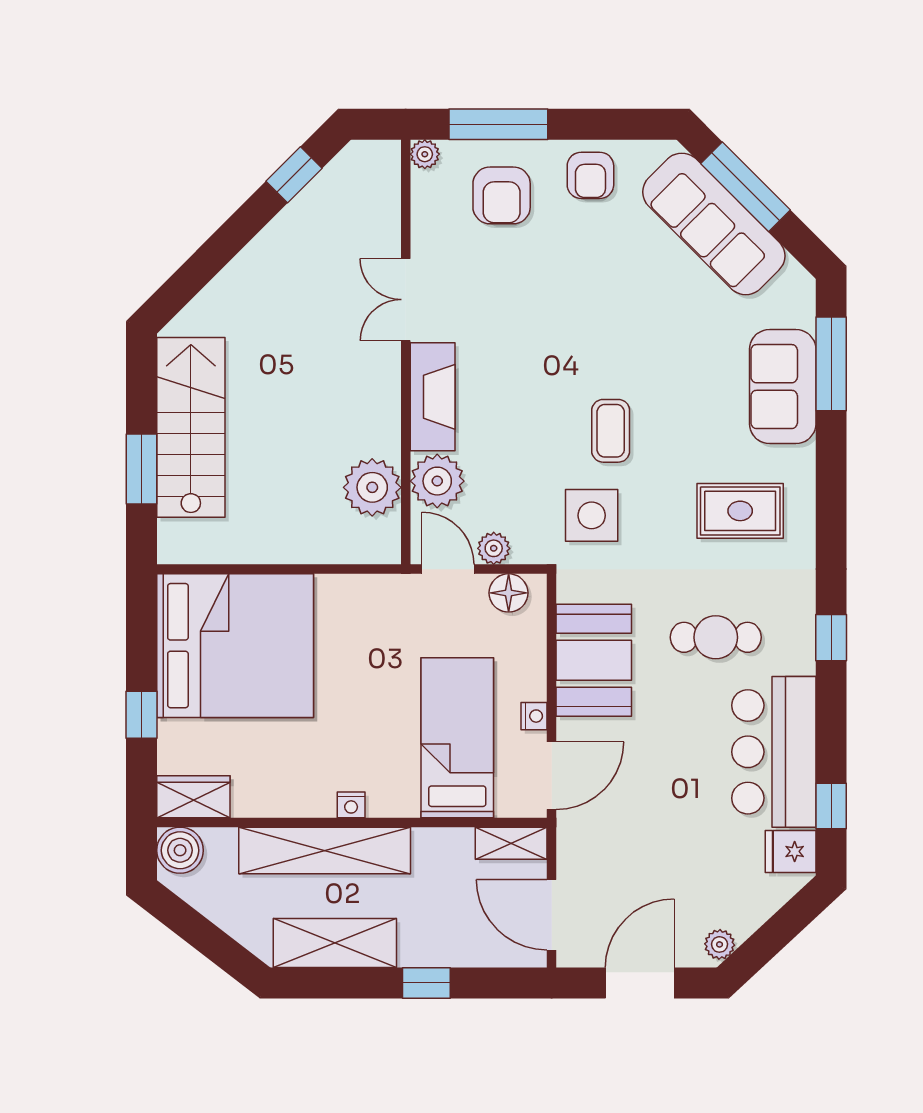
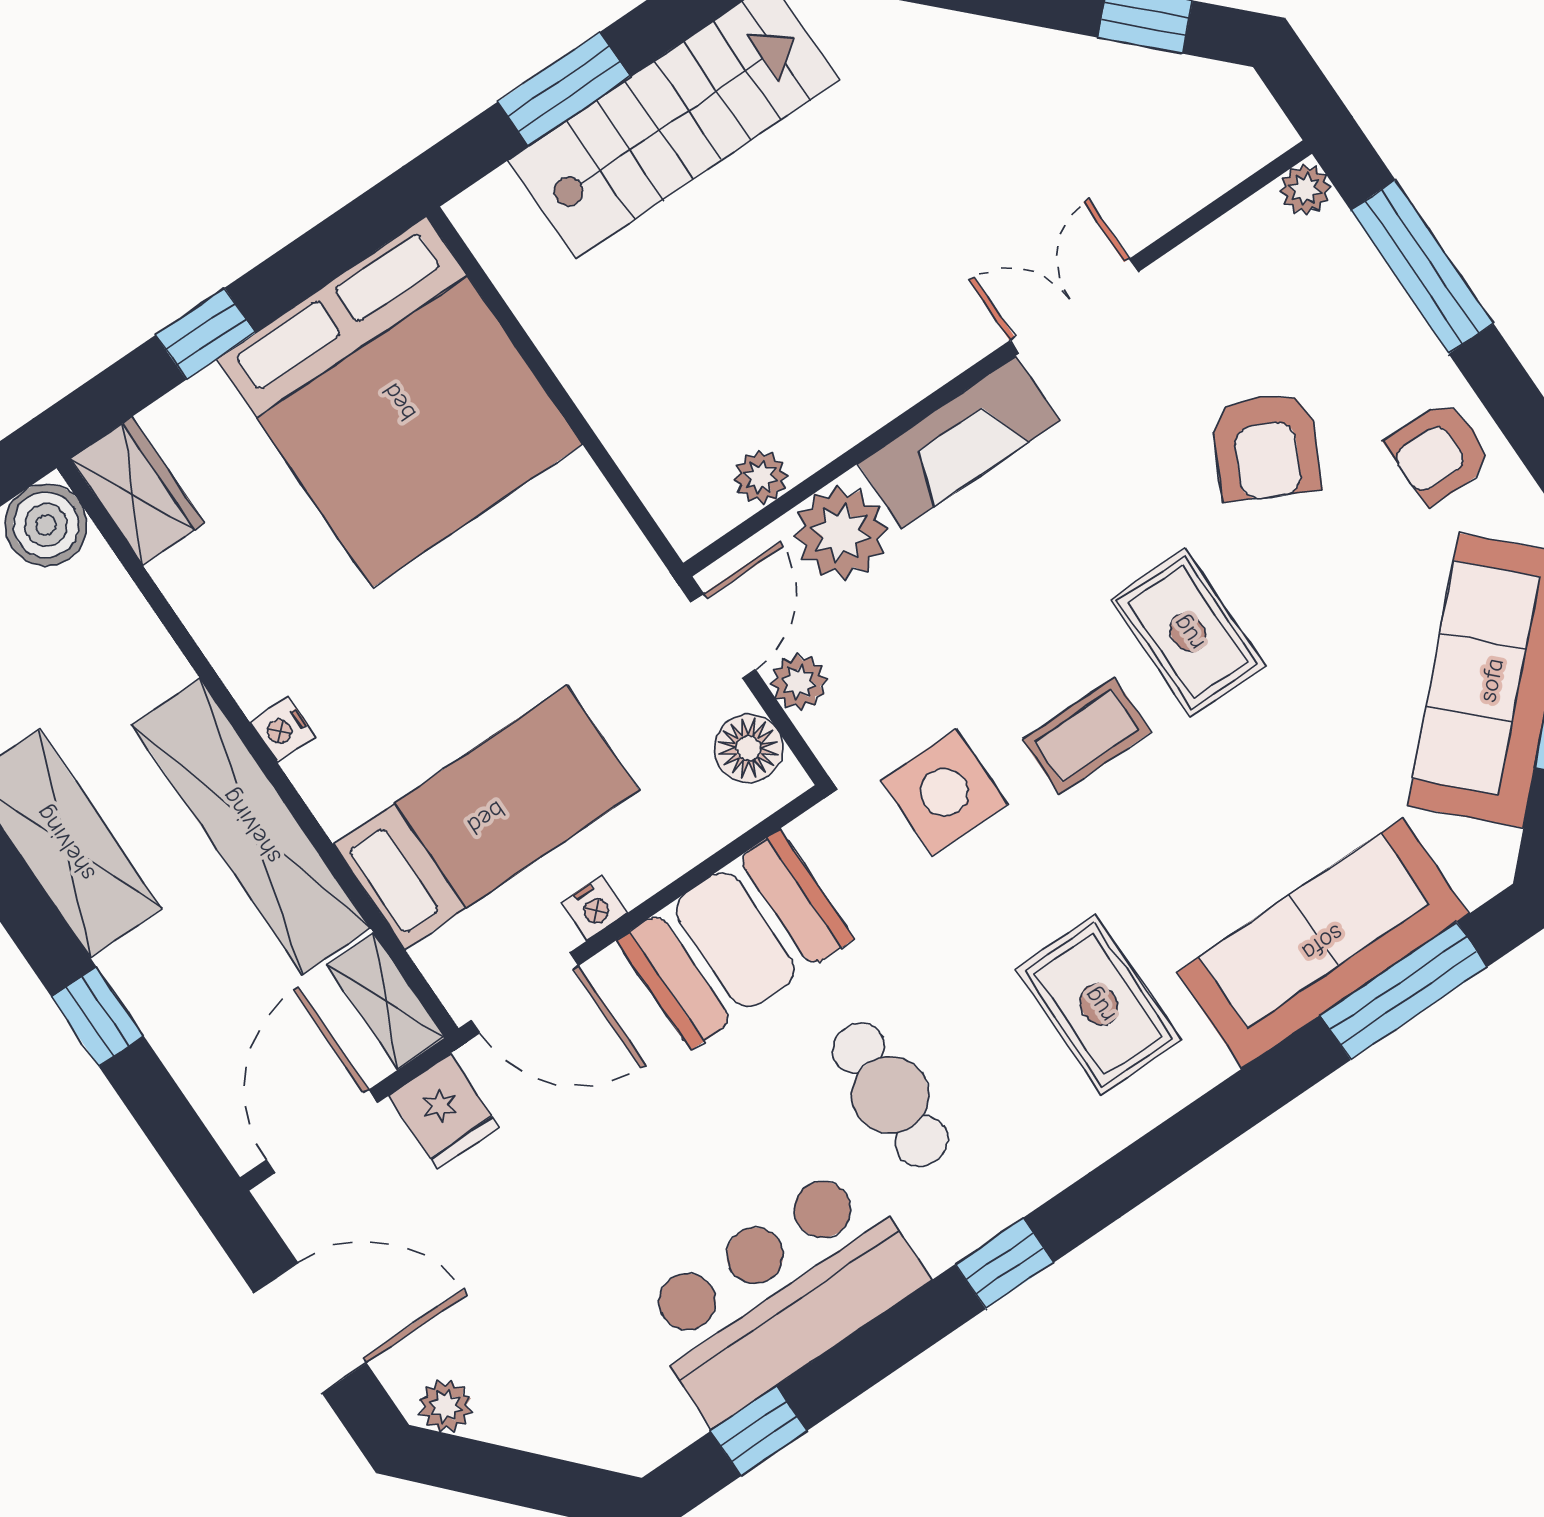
armchair: (502, 195) -> (1266, 446), moved, turned -63
rug: (595, 351) -> (1188, 633), added
sofa: (783, 387) -> (1323, 943), width x1.36
plant: (372, 487) -> (761, 477), width x0.53, depth x0.53
shelving: (325, 850) -> (251, 826), moved
fridge: (791, 851) -> (444, 1112), moved, turned 180

